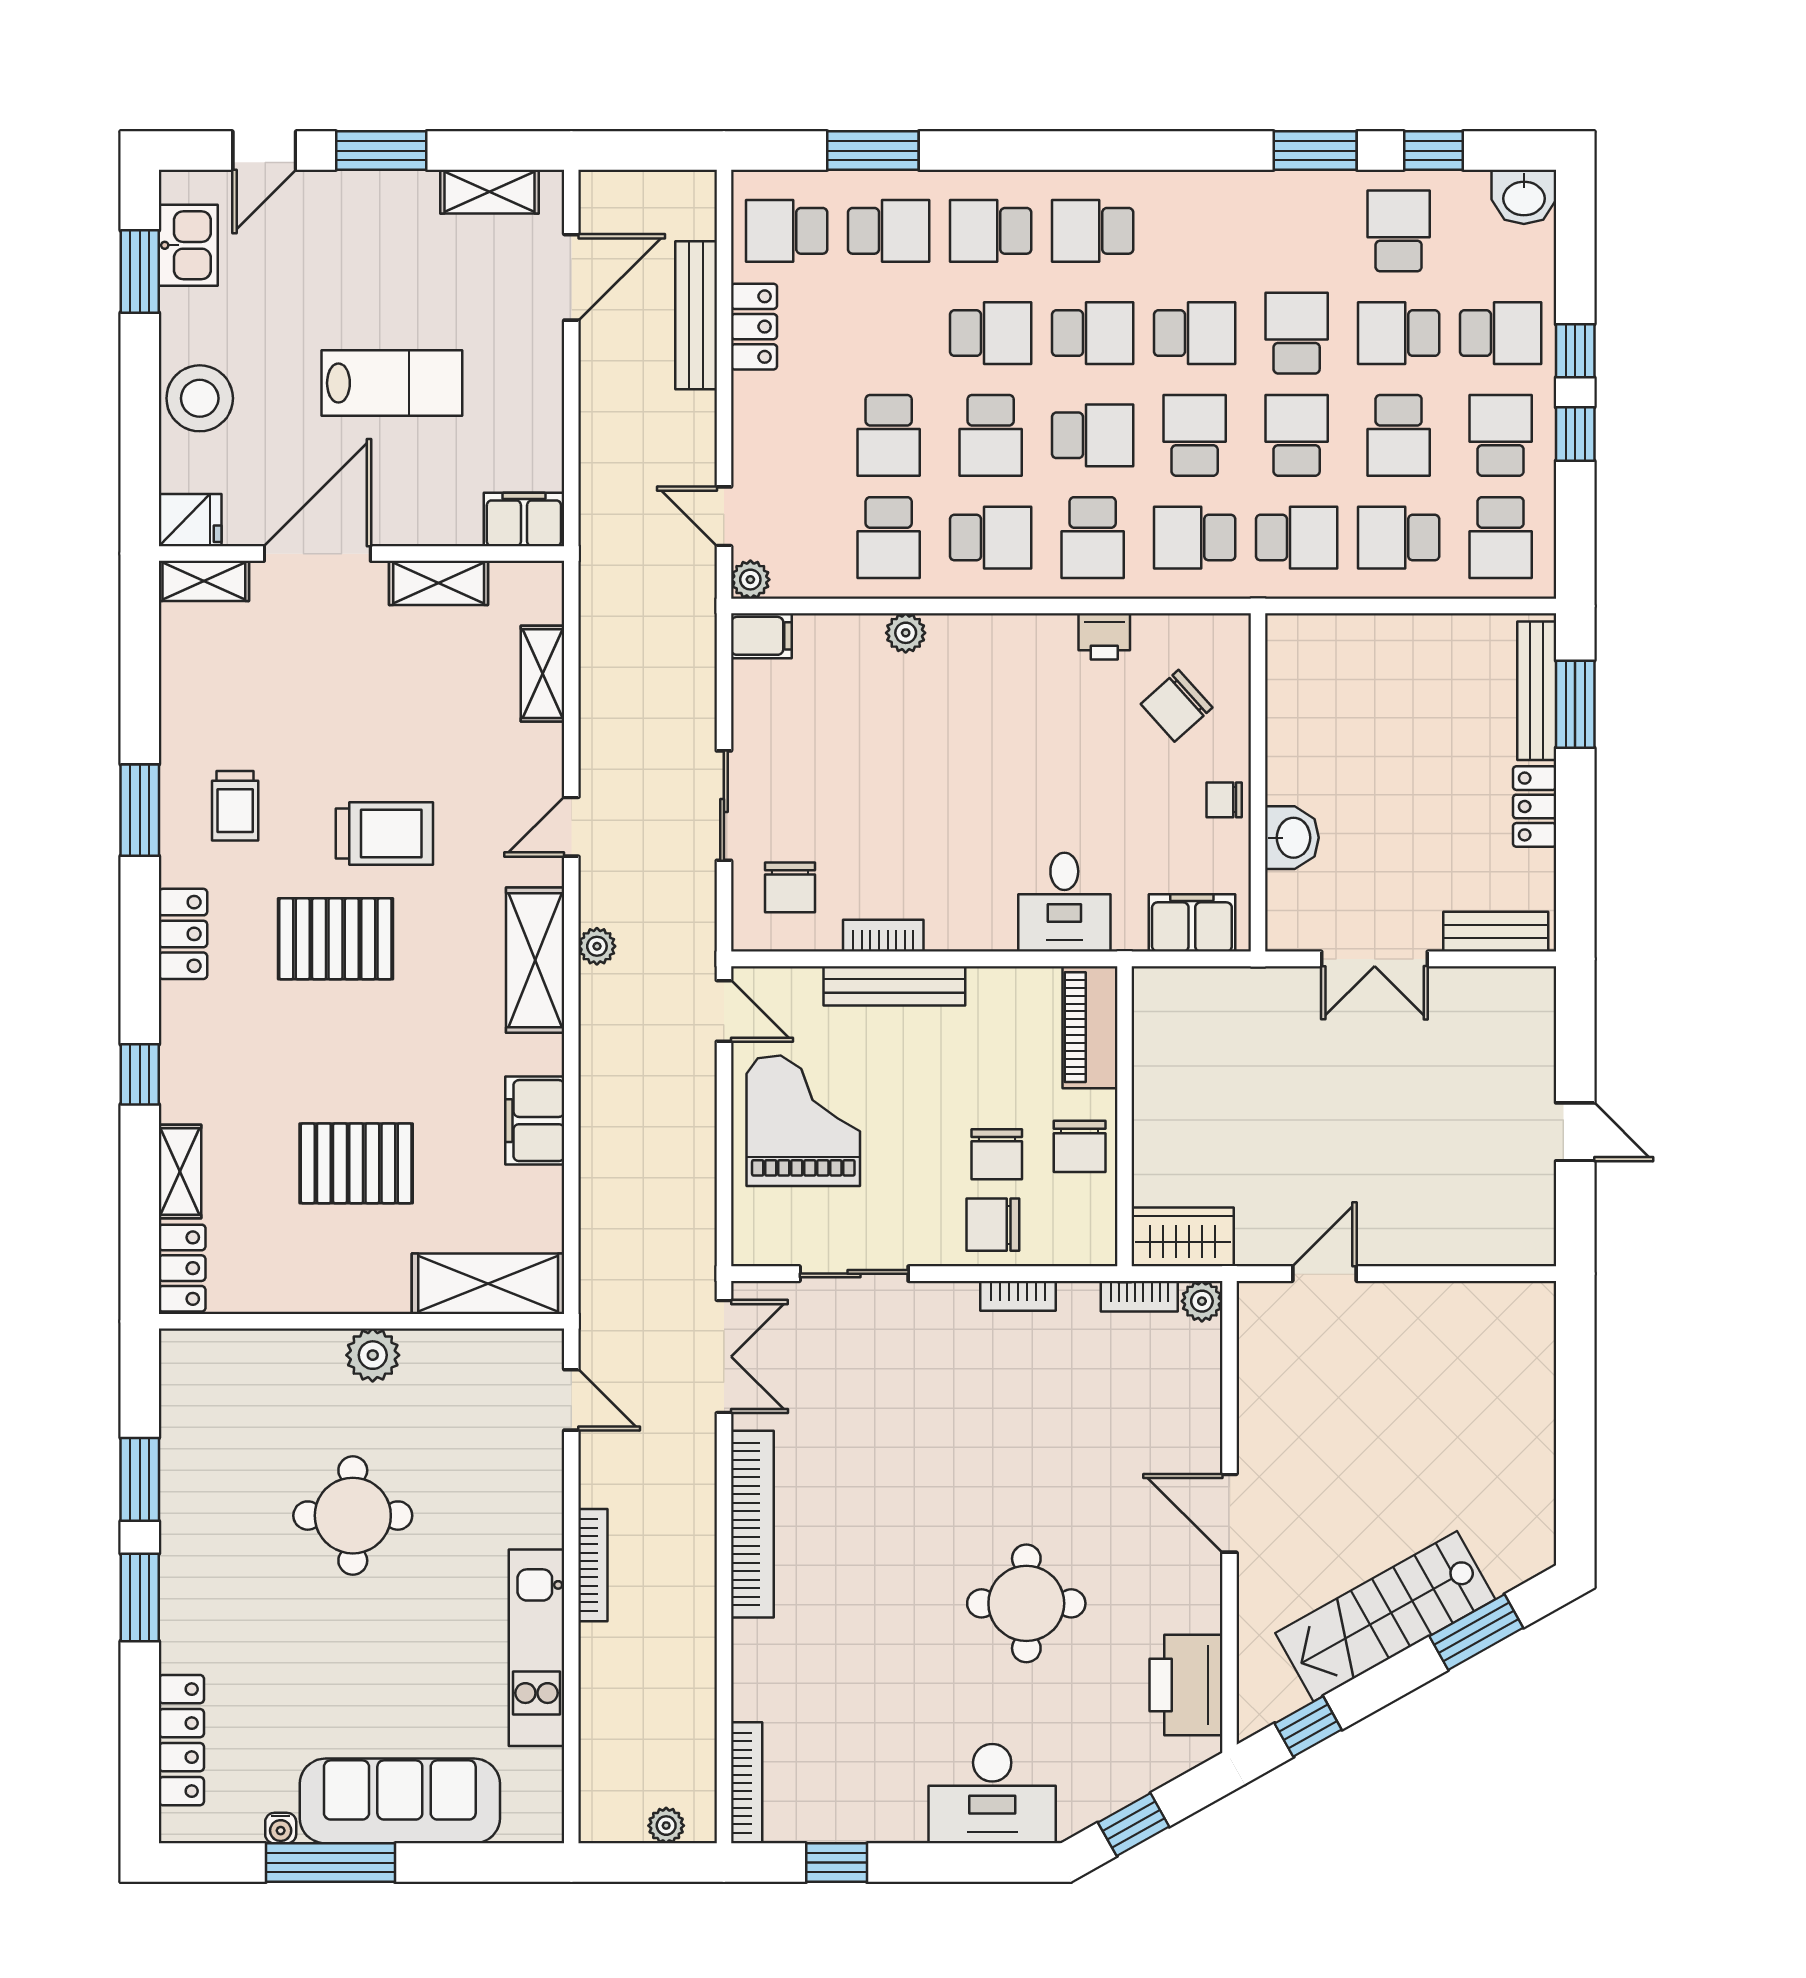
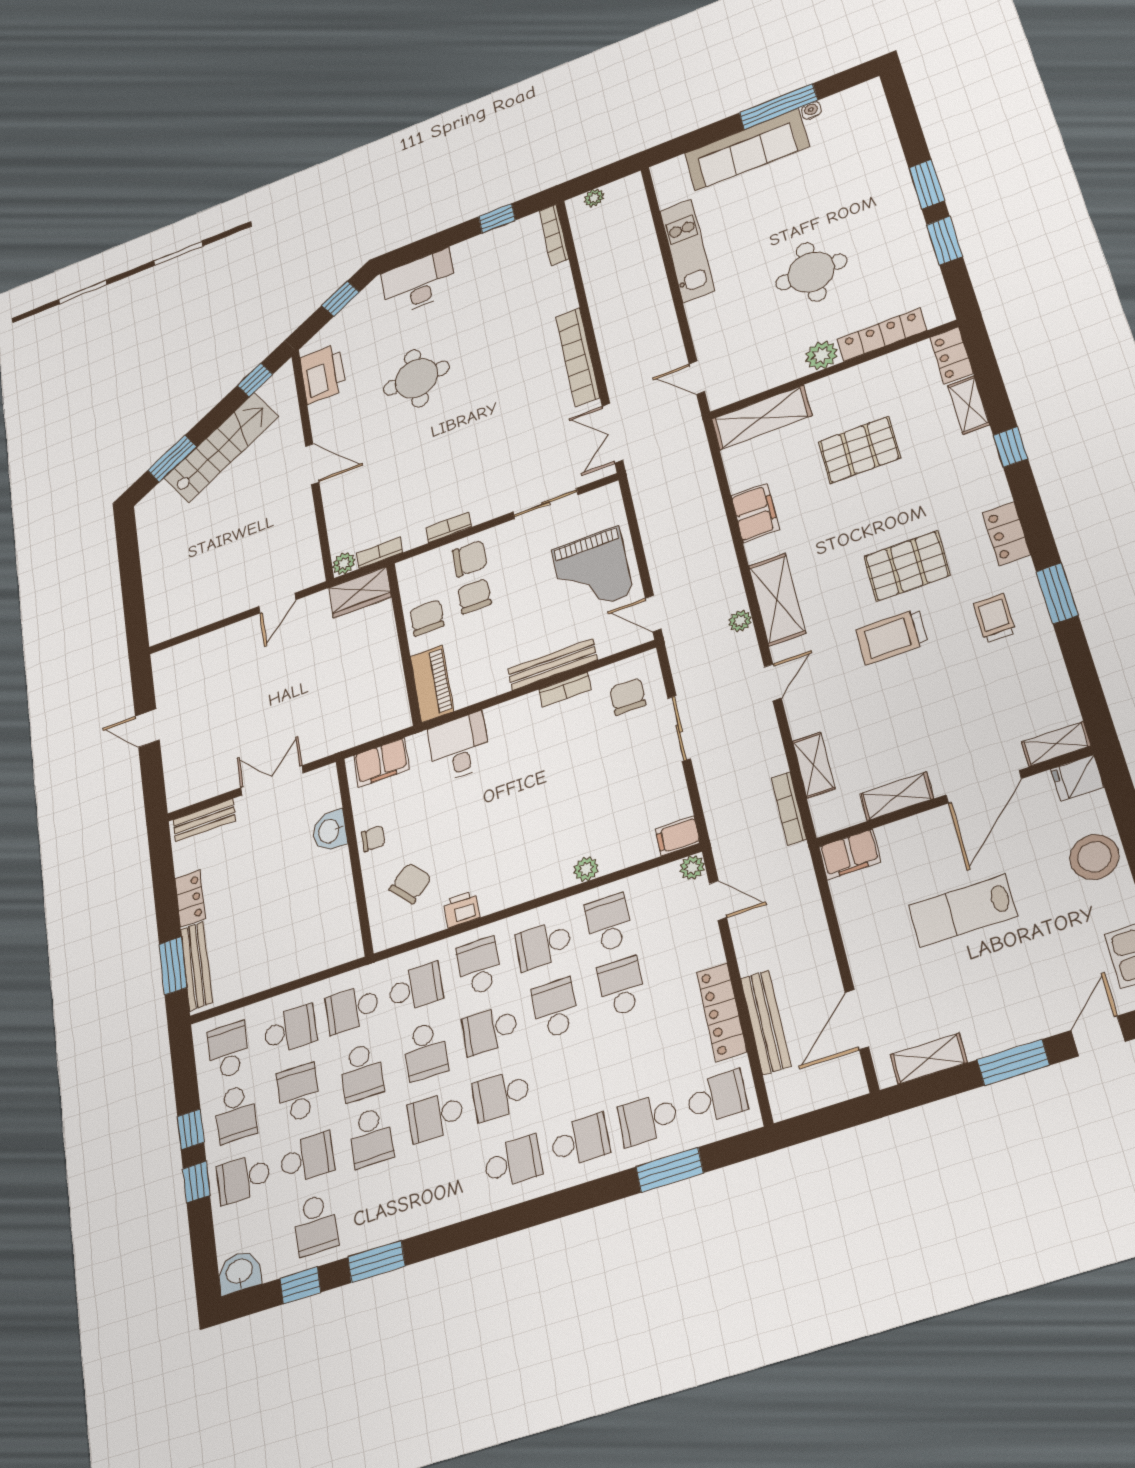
locker: (754, 327) -> (722, 1012), width x1.53
school desk: (991, 333) -> (568, 1074), removed
bookcase: (593, 1565) -> (789, 809), moved
locker: (181, 1740) -> (882, 335), moved, turned 90

